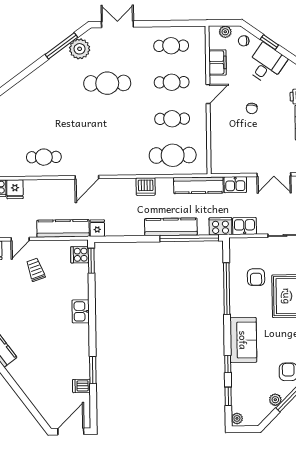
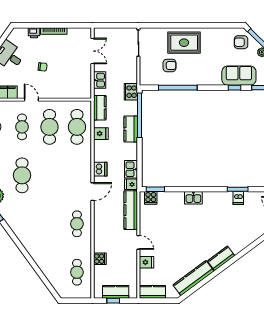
cafe table: (172, 119) -> (49, 127), width x1.37, depth x1.35
door: (87, 177) -> (93, 192), hinge flipped
kitchen counter: (198, 185) -> (100, 108), width x0.67
dishwasher: (146, 187) -> (100, 169), moved
fridge: (15, 189) -> (101, 134), moved
kitchen sink: (245, 226) -> (131, 169), moved
kitchen counter: (171, 227) -> (131, 129), width x0.67
trolley: (36, 270) -> (162, 231), removed
sofa: (243, 340) -> (239, 76), moved
dishwasher: (81, 386) -> (238, 198), moved

